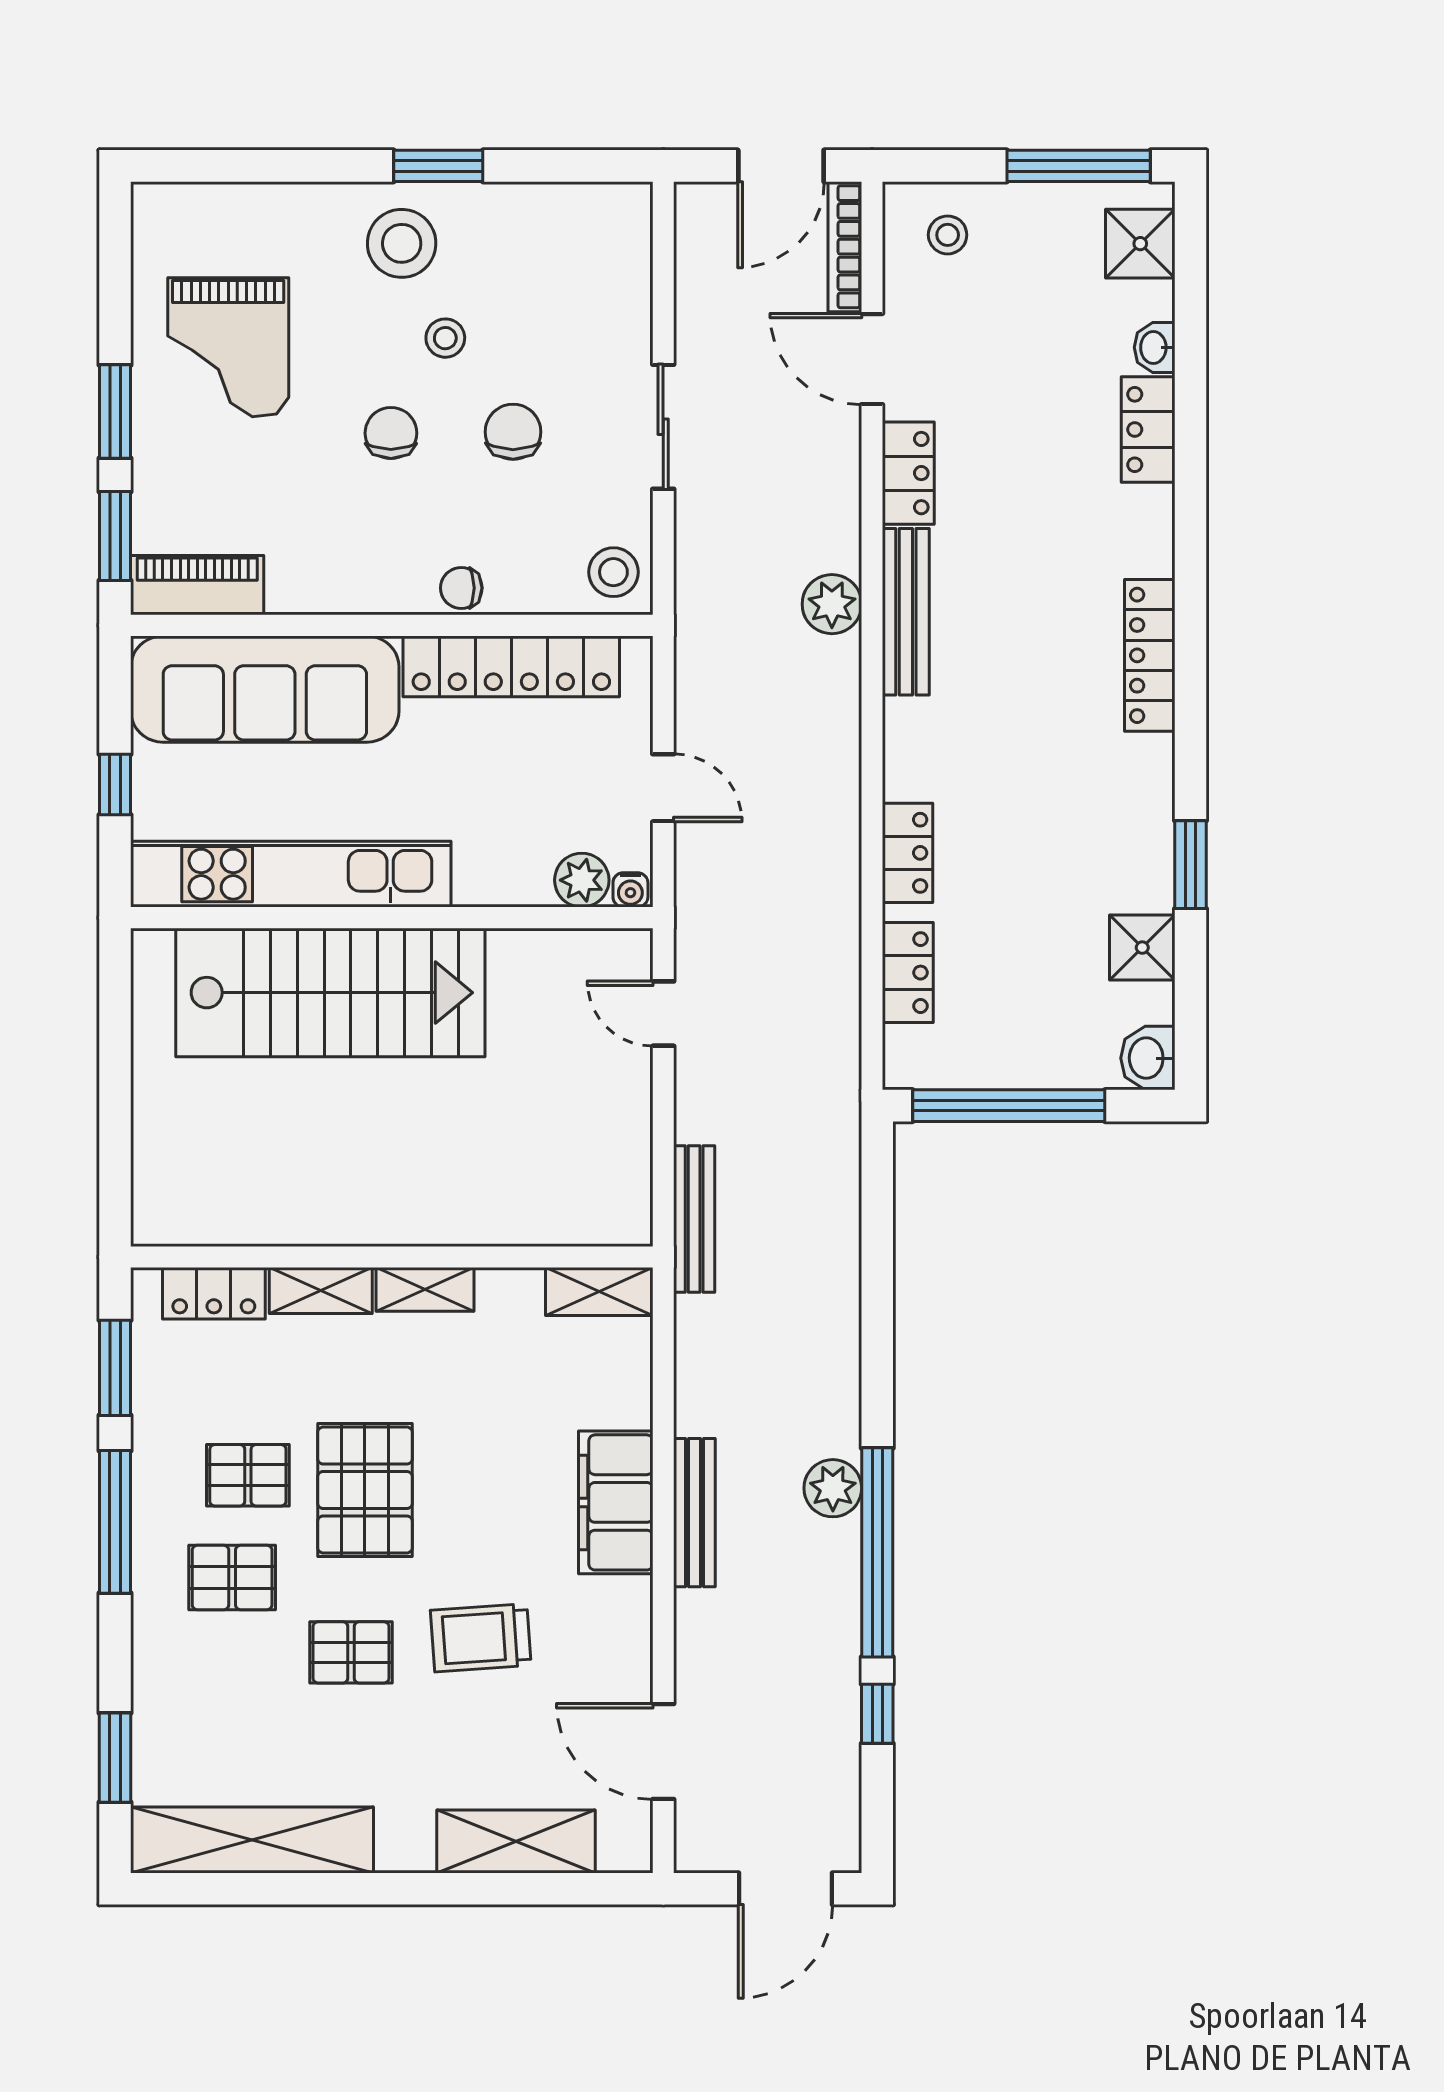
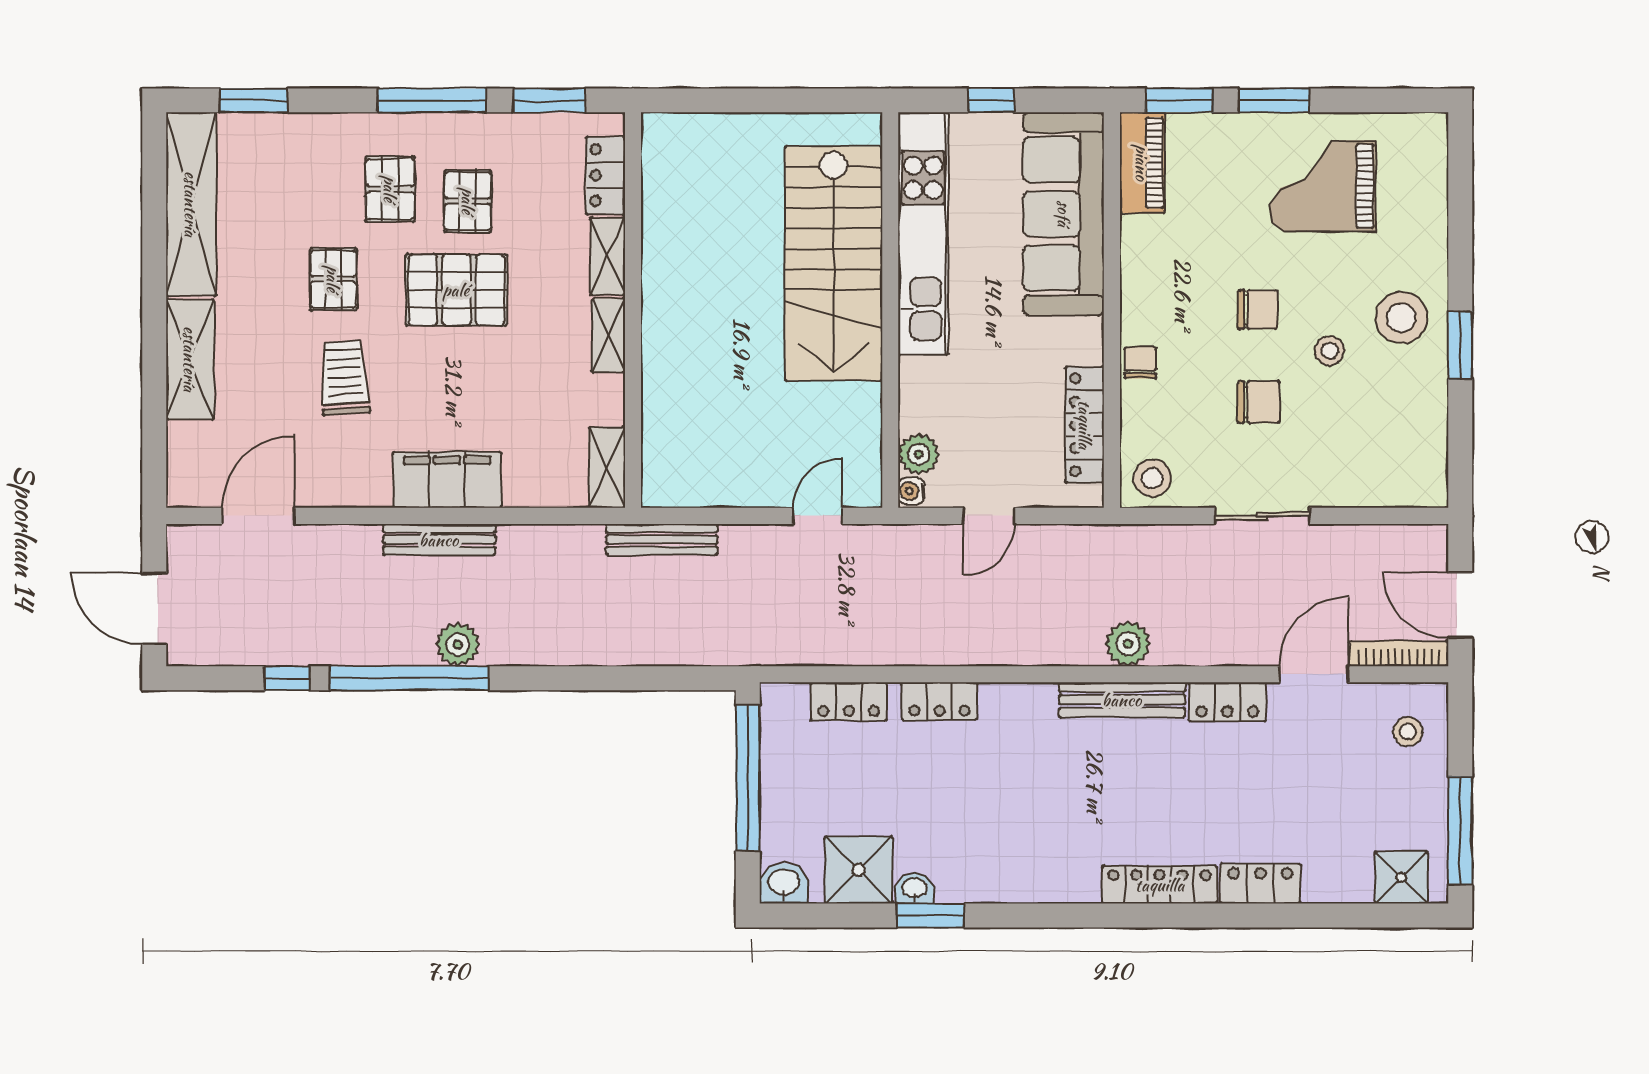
washbasin: (1155, 347) -> (915, 888), moved
locker: (1150, 655) -> (1160, 885), moved
locker: (511, 666) -> (1085, 425), width x0.71, depth x0.83
shower: (1142, 948) -> (859, 870), width x1.36, depth x1.36
shelving: (516, 1841) -> (190, 359), moved

